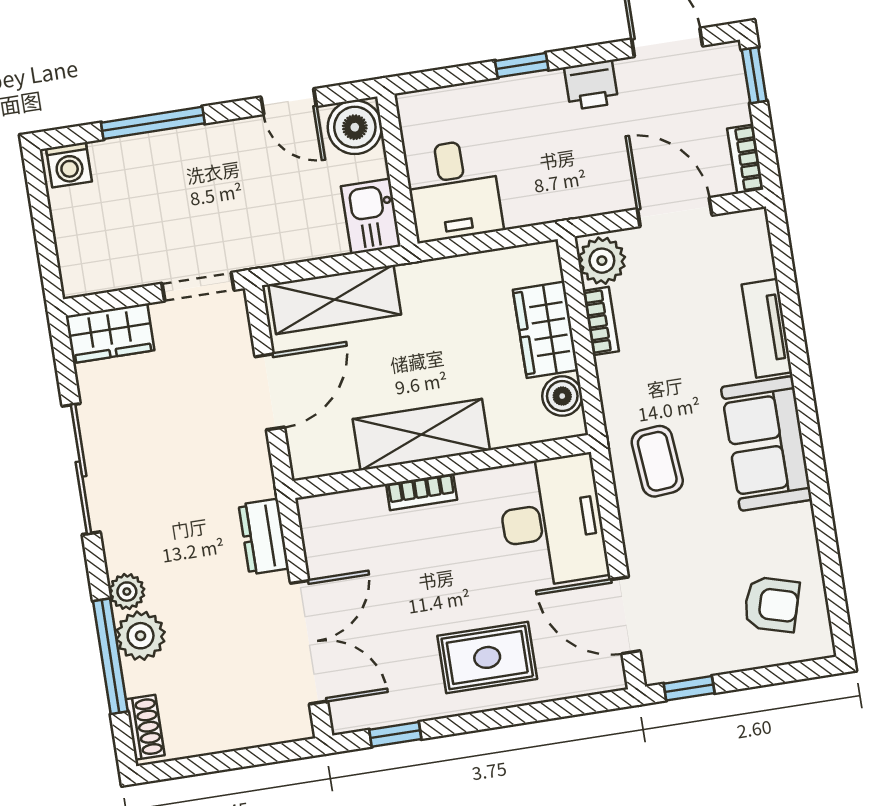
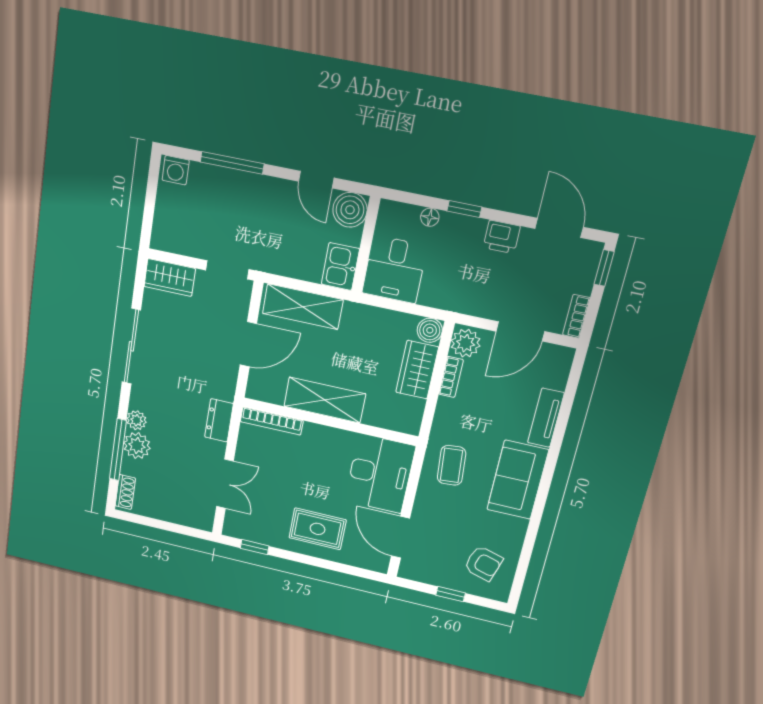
floor lamp: (476, 95) -> (430, 217), added
door: (675, 212) -> (520, 331), swing flipped
boiler: (562, 396) -> (430, 330), moved
bookcase: (422, 492) -> (272, 421), moved, width x1.56
double door: (309, 642) -> (225, 484), width x0.73
window: (689, 688) -> (451, 594), moved

